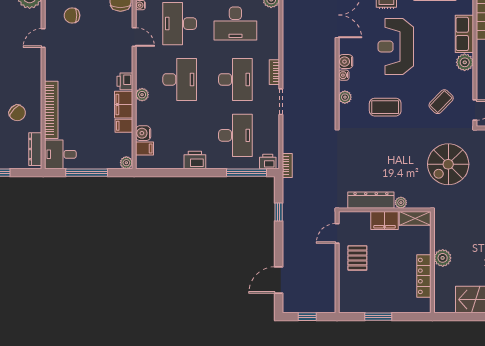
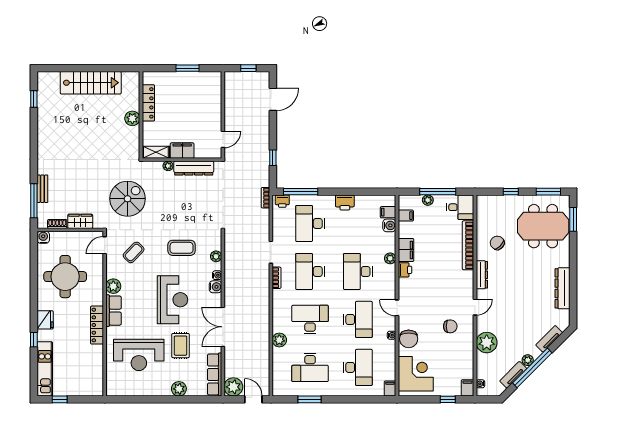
filing cabinet: (124, 126) -> (406, 216), moved
dresser: (35, 149) -> (482, 275), moved
plant: (126, 163) -> (428, 200), moved
pallet: (357, 258) -> (205, 118), removed

